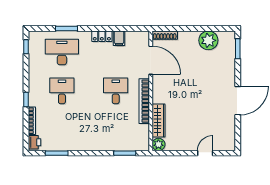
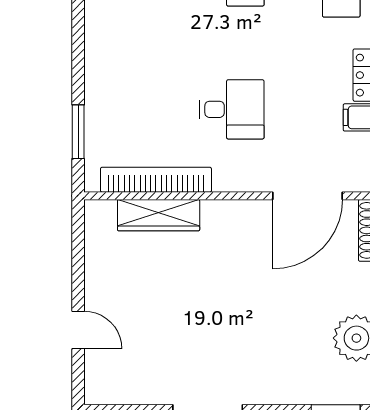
bookcase: (144, 101) -> (156, 180), moved
plant: (158, 144) -> (100, 215), removed

